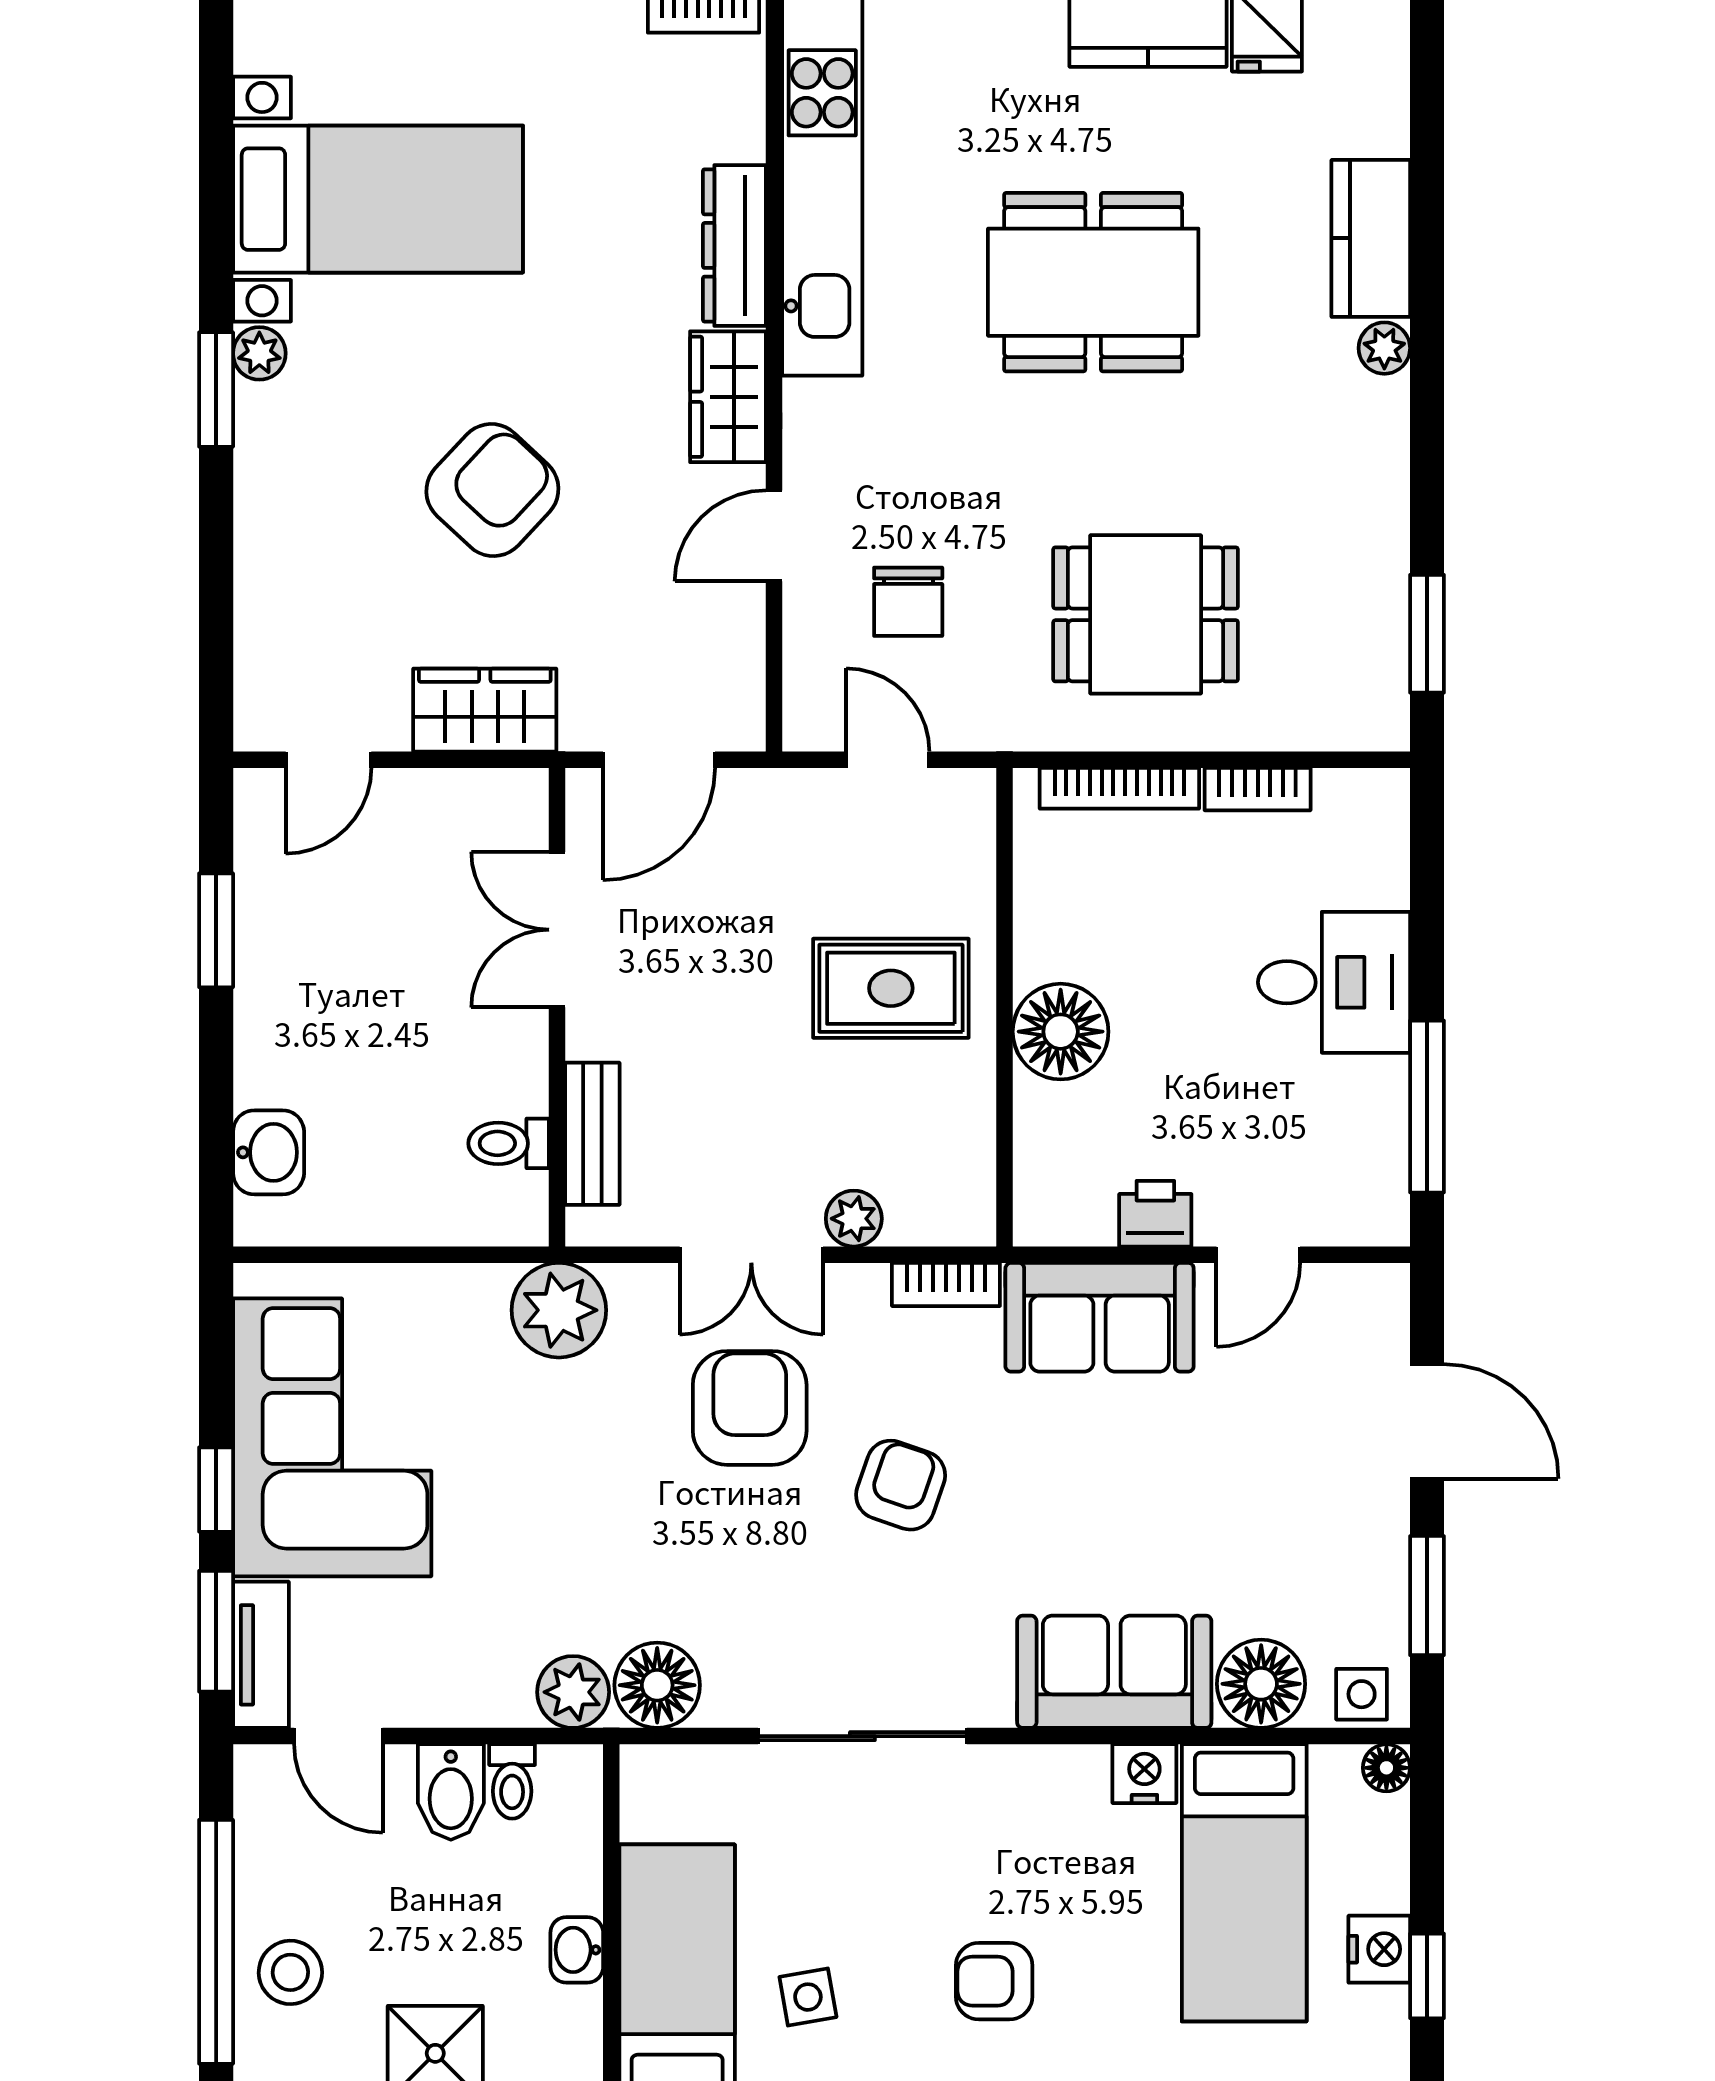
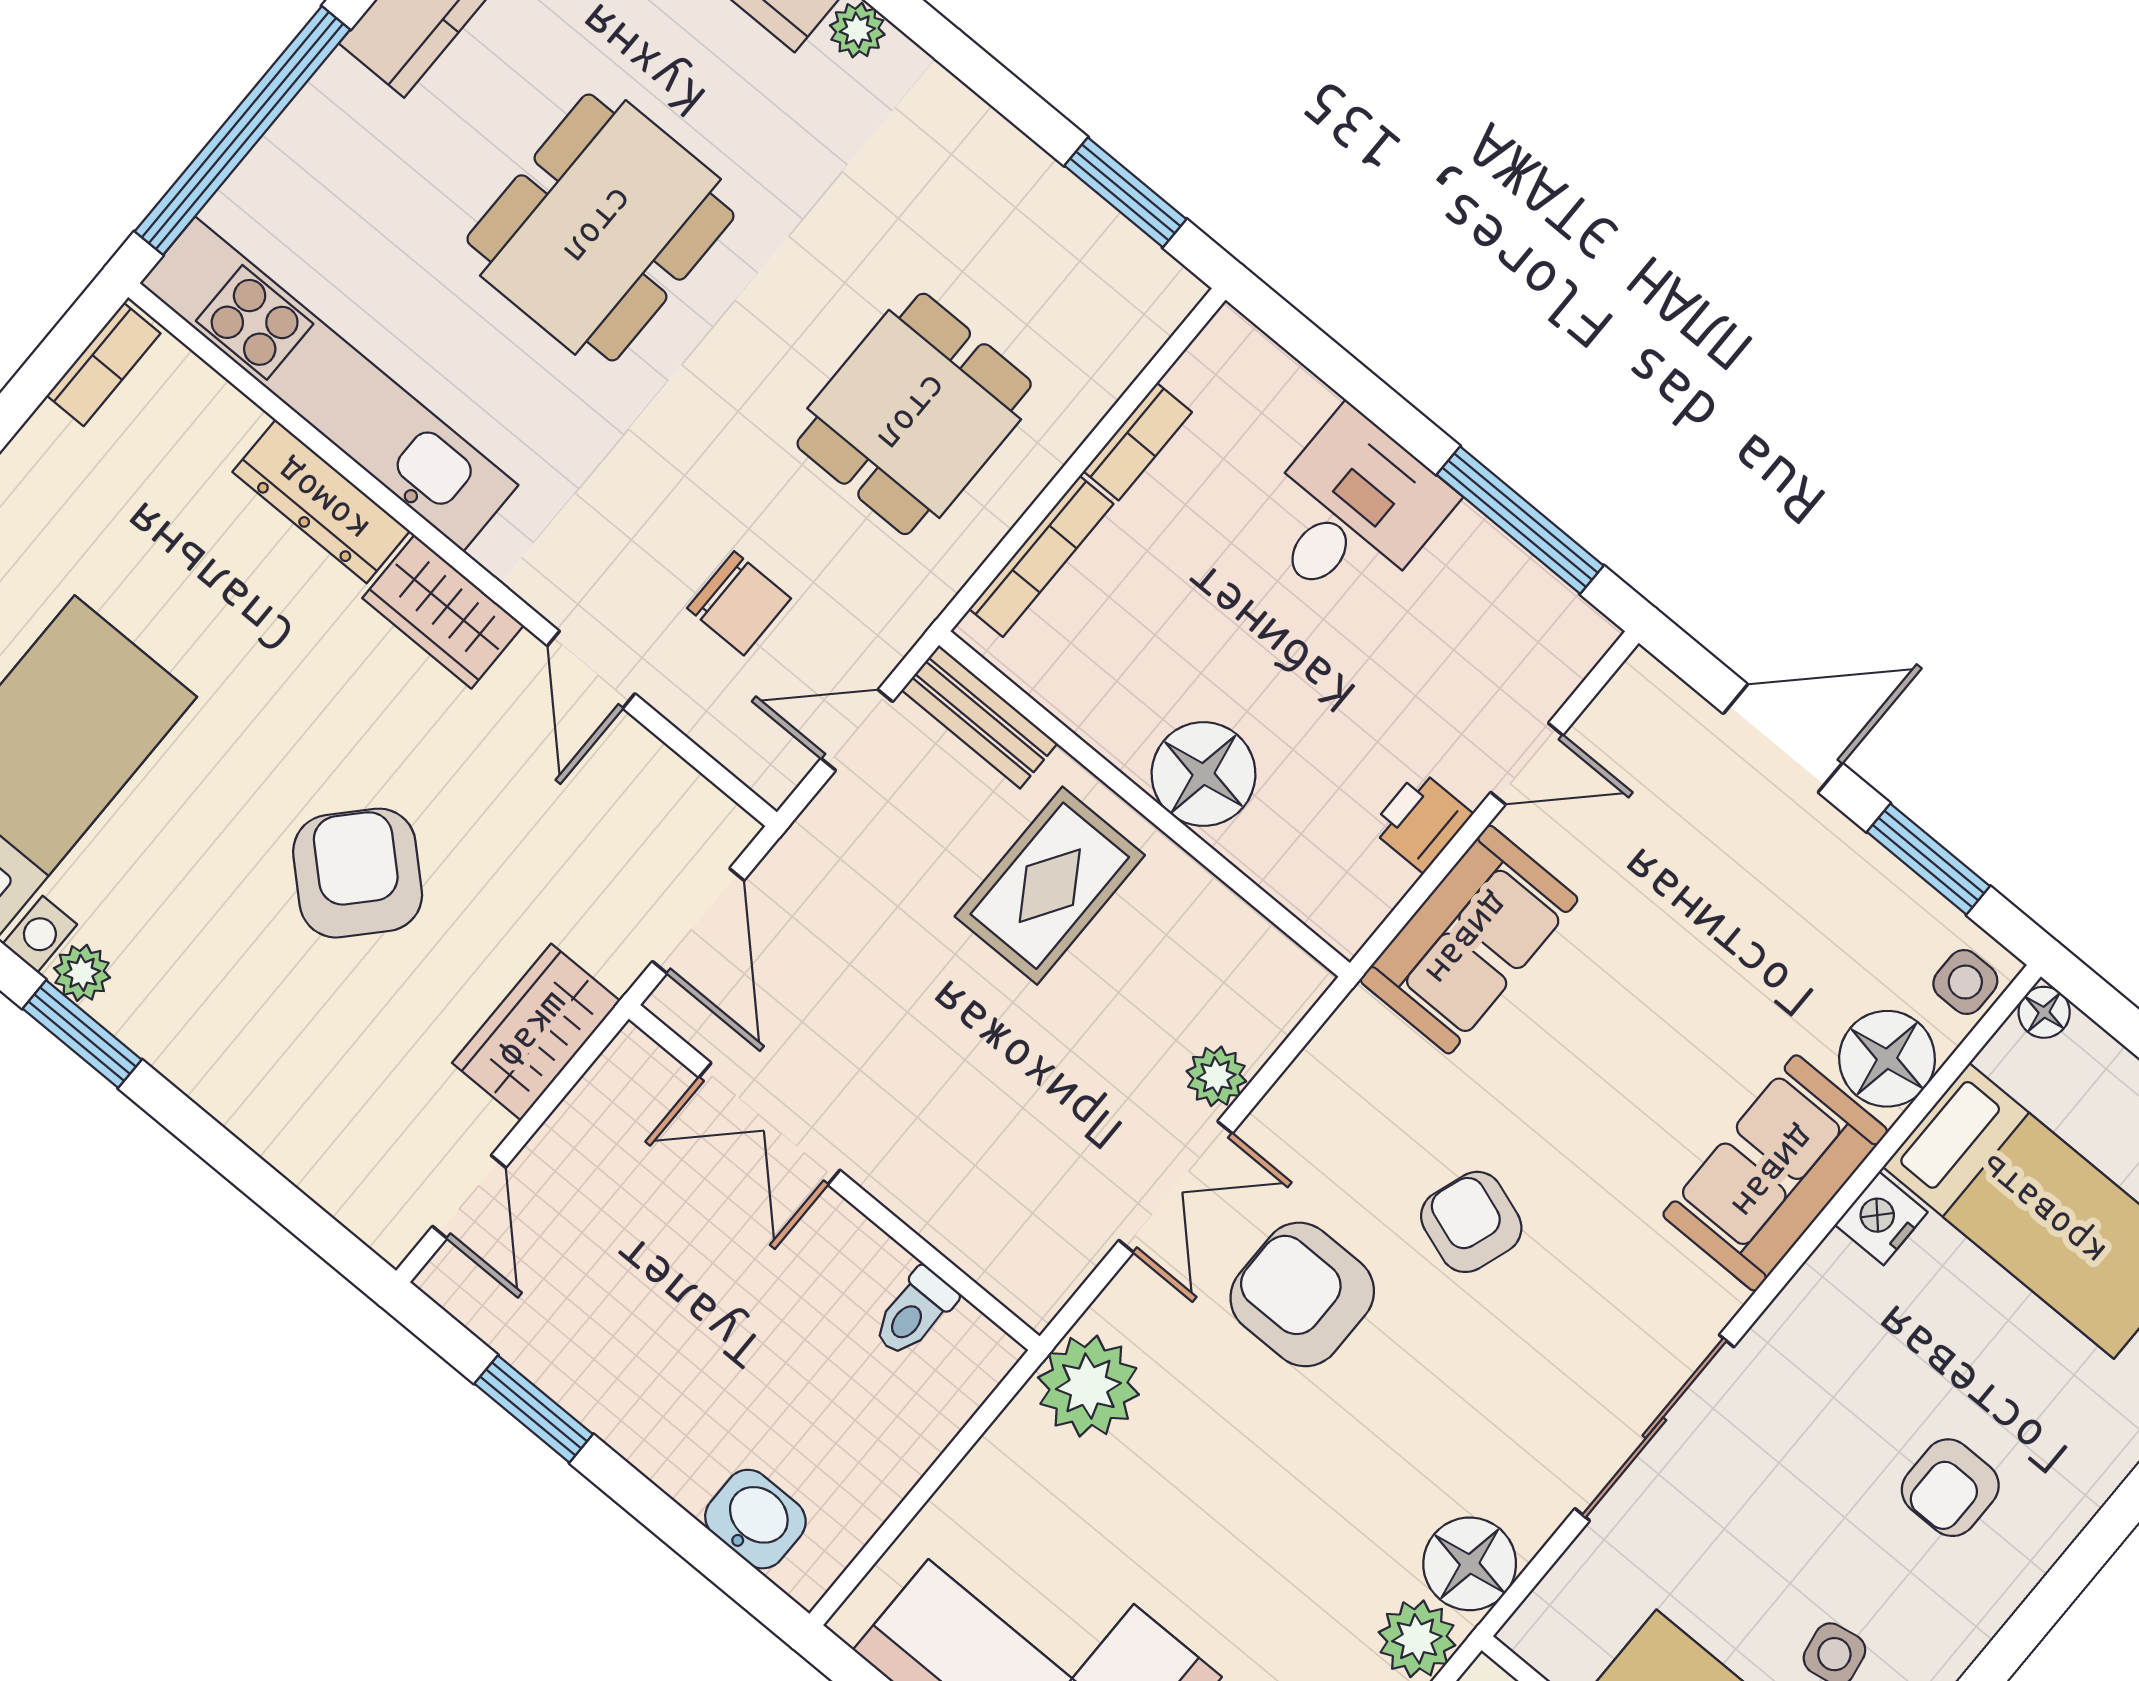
bench: (592, 1134) -> (979, 717), moved
door: (1258, 1255) -> (1527, 764), hinge flipped
bookcase: (946, 1284) -> (1335, 1045), removed

